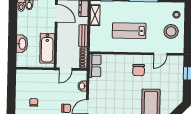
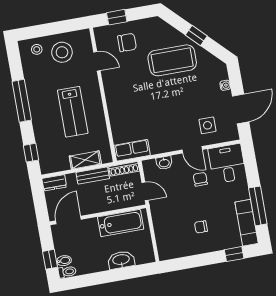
shelving: (95, 15) -> (85, 160), moved
chair: (139, 70) -> (127, 42), moved

